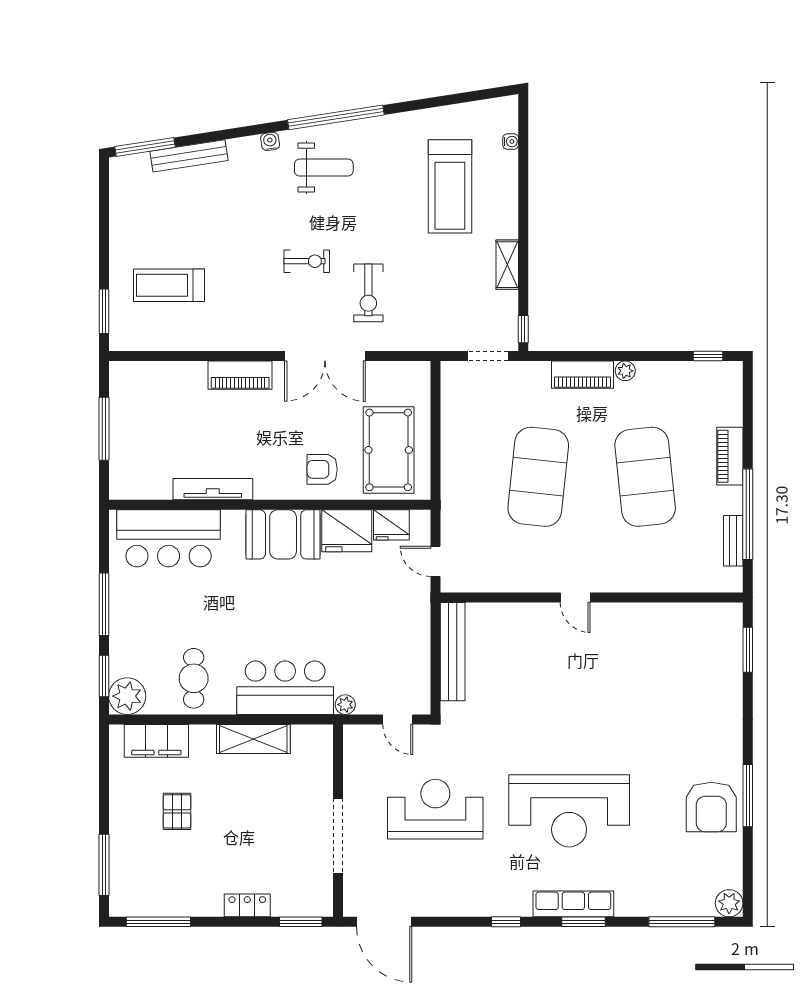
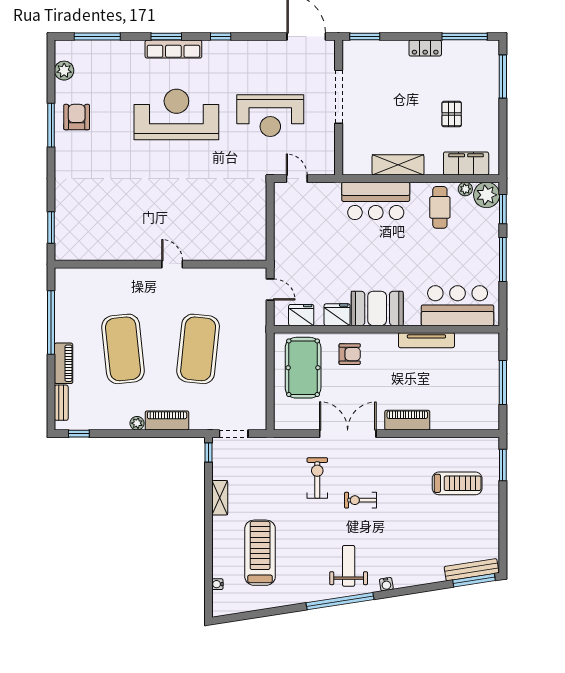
bench: (189, 156) -> (472, 570), moved
weight bench: (324, 168) -> (349, 566), turned 90
fridge: (347, 531) -> (337, 315), width x0.73, depth x0.75
bench: (733, 541) -> (61, 403), moved
bench: (453, 652) -> (258, 226), removed
plant: (345, 705) -> (465, 189), moved
armchair: (711, 807) -> (77, 117), width x0.73, depth x0.73
plant: (729, 903) -> (64, 71), moved
locker: (247, 905) -> (425, 48), moved

